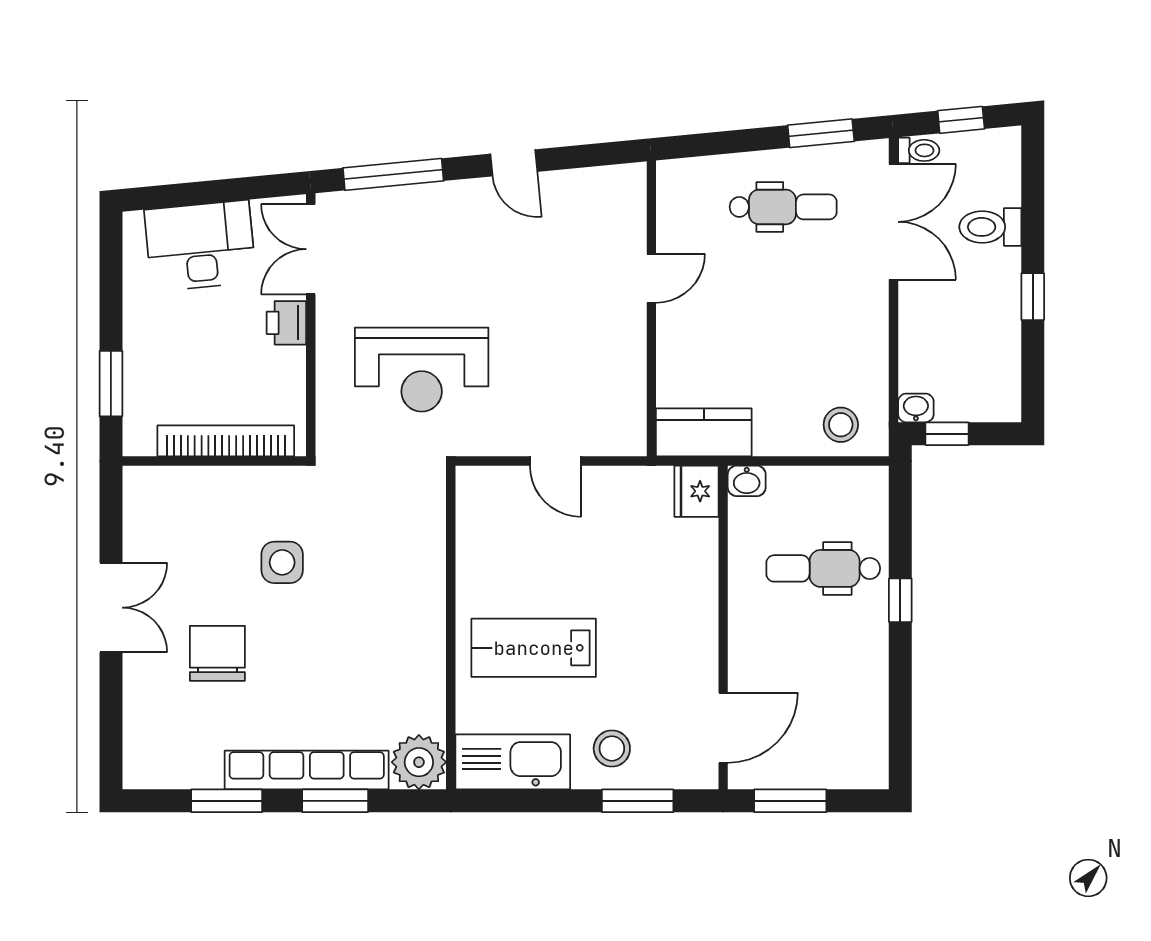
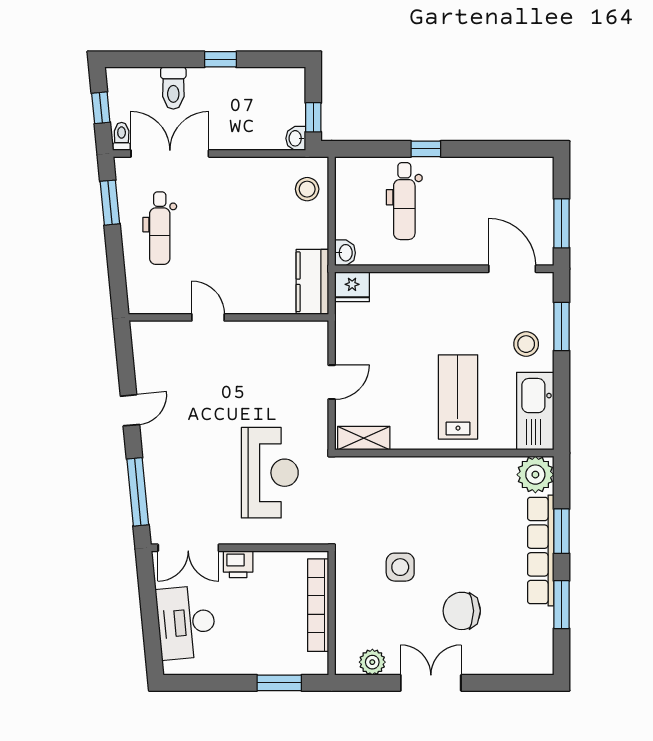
dental chair: (783, 207) -> (160, 228), turned 180
shelving: (473, 508) -> (364, 438), added
plant: (142, 521) -> (372, 662), added
lab bench: (534, 648) -> (458, 397), turned 180

